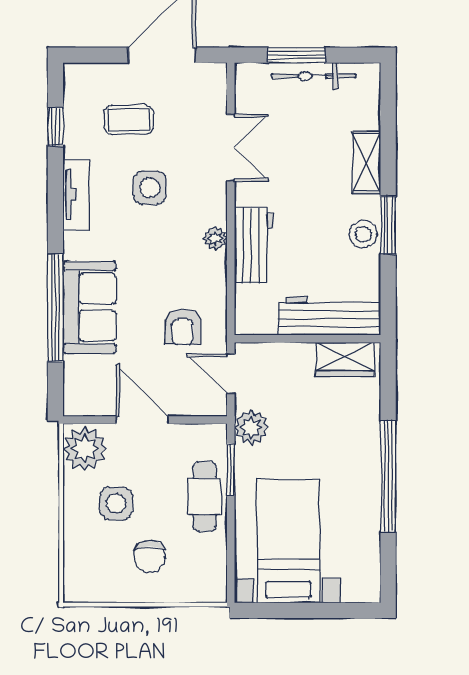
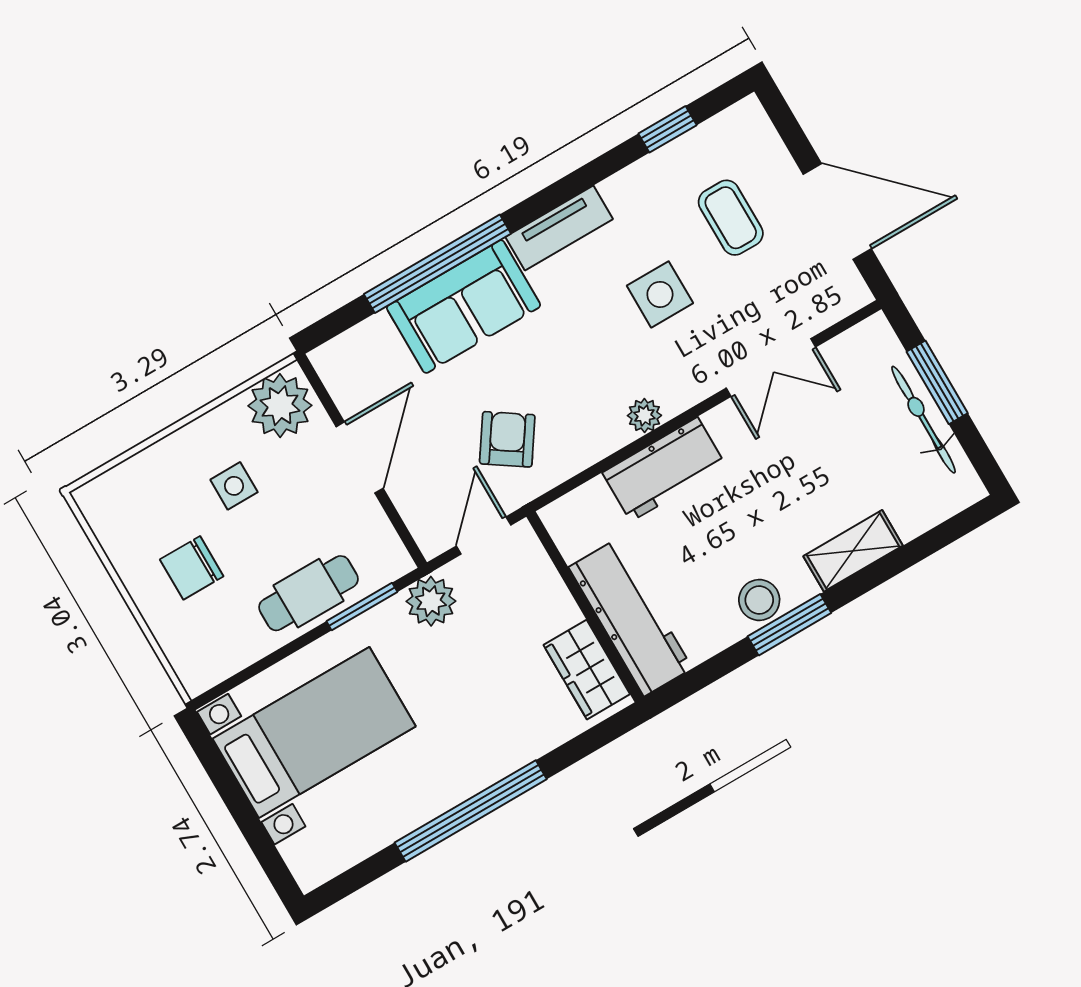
tv unit: (76, 195) -> (559, 228), moved
armchair: (182, 327) -> (507, 439), turned 124
side table: (116, 503) -> (234, 486), width x0.73, depth x0.73

